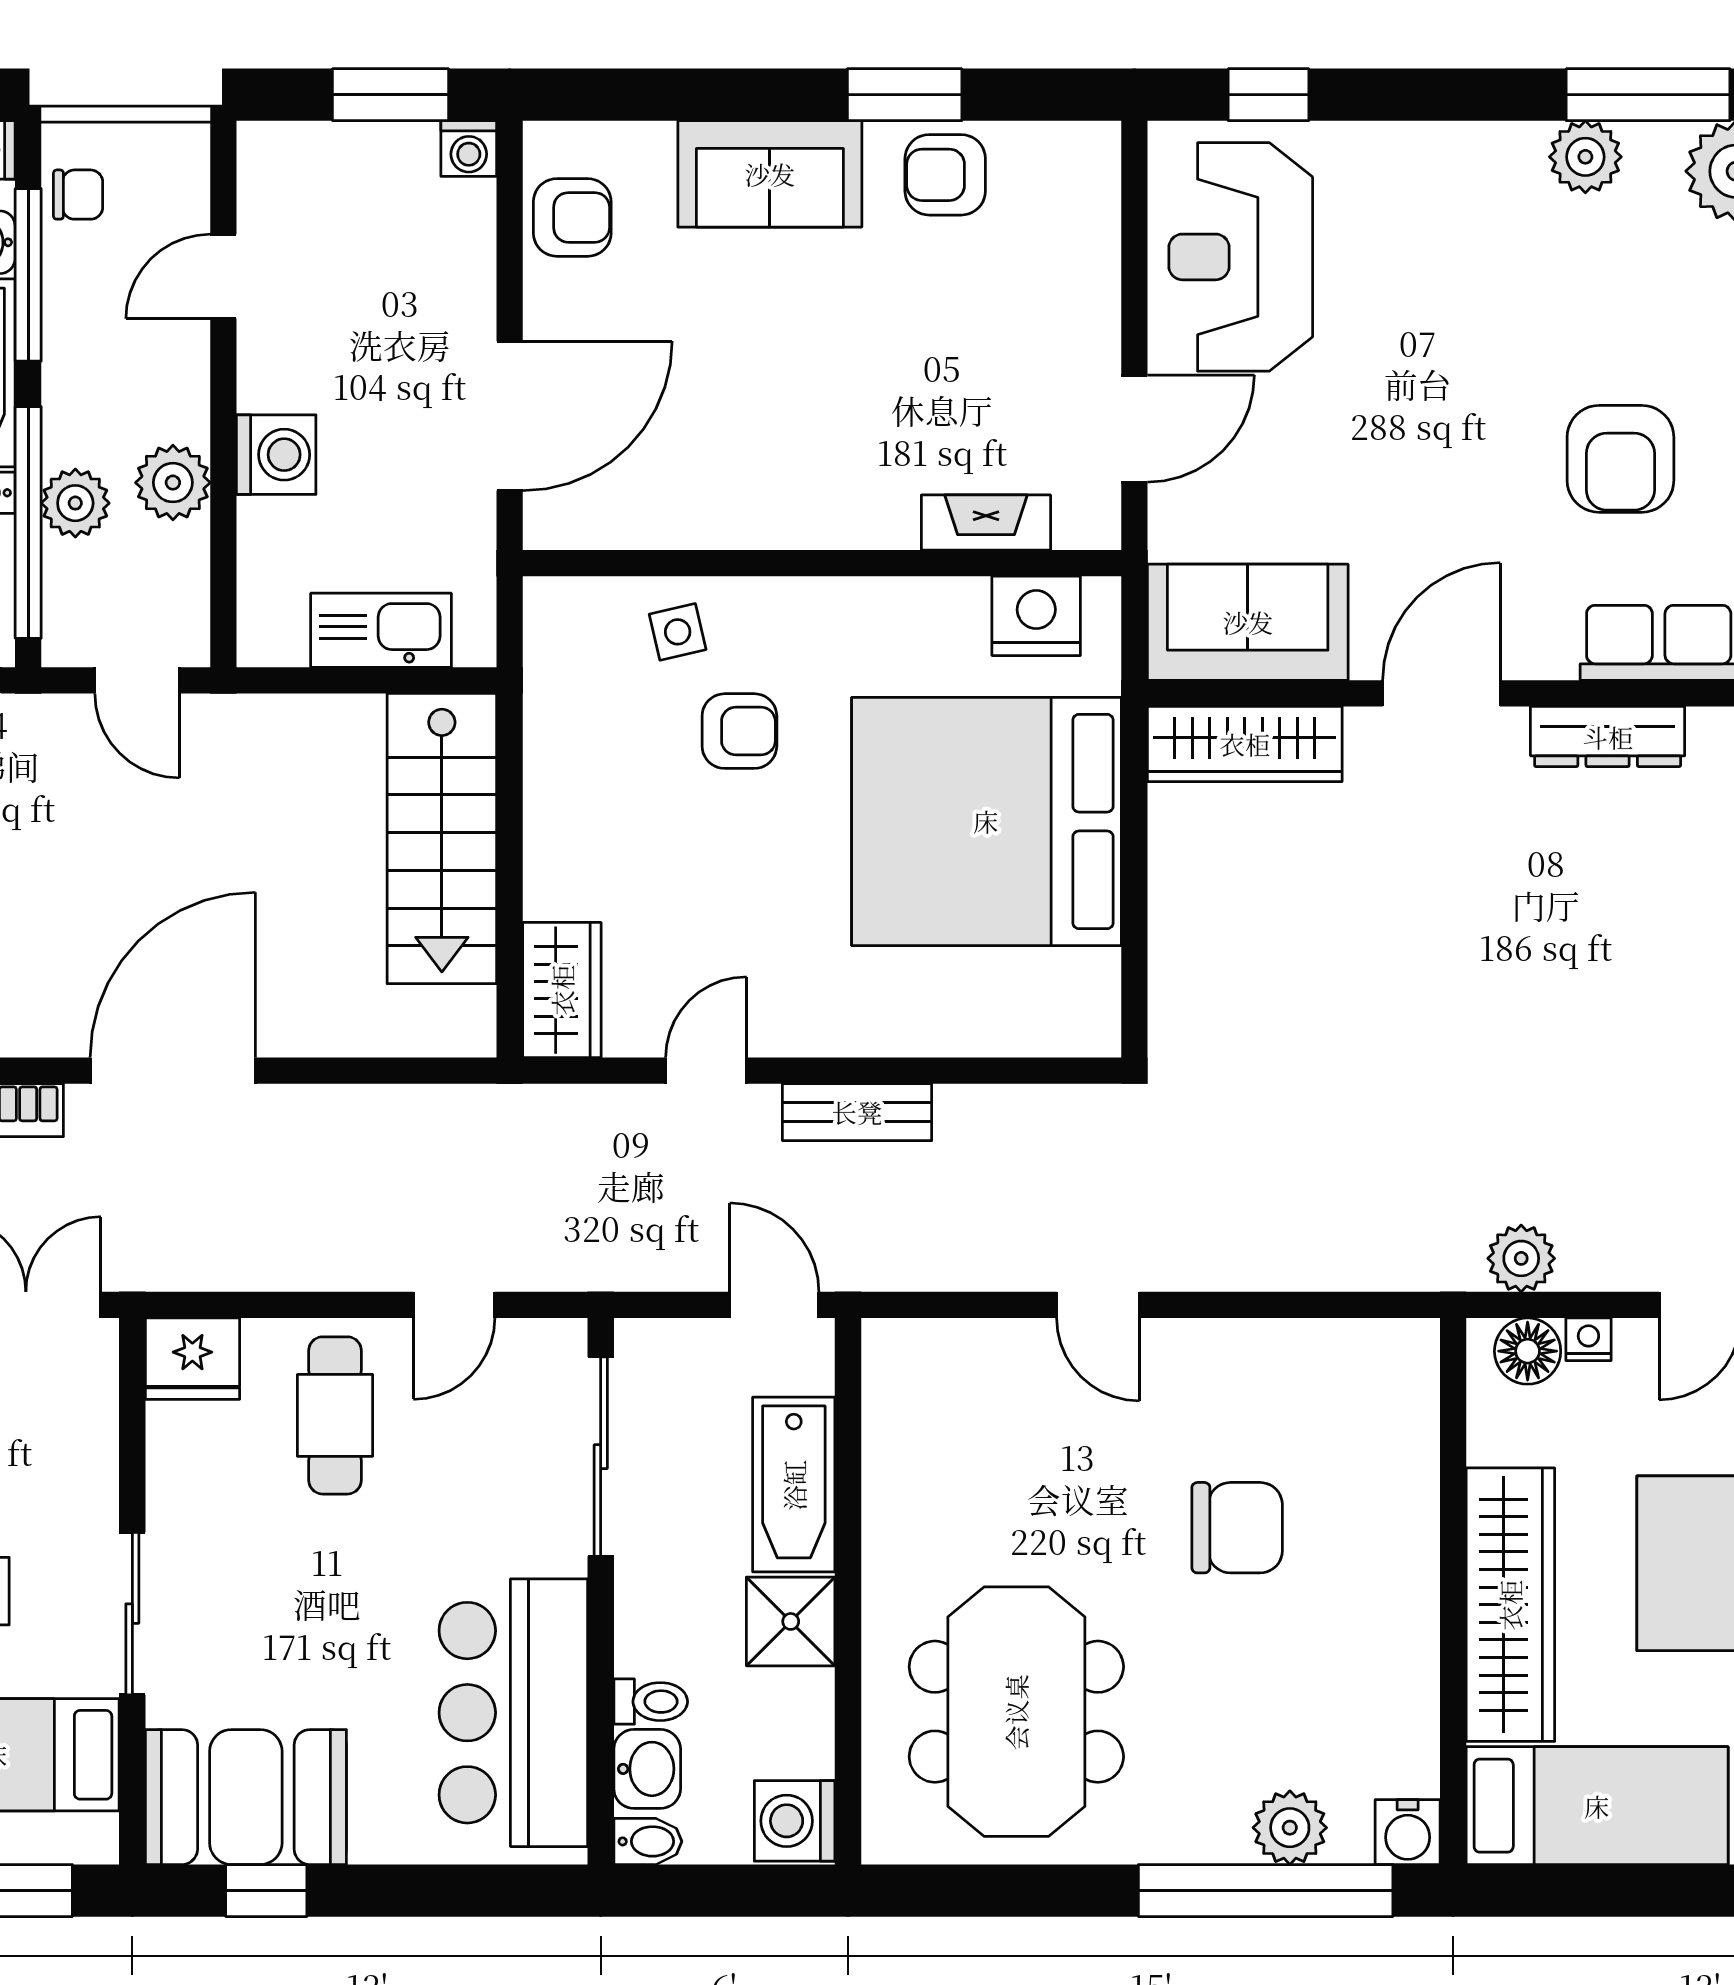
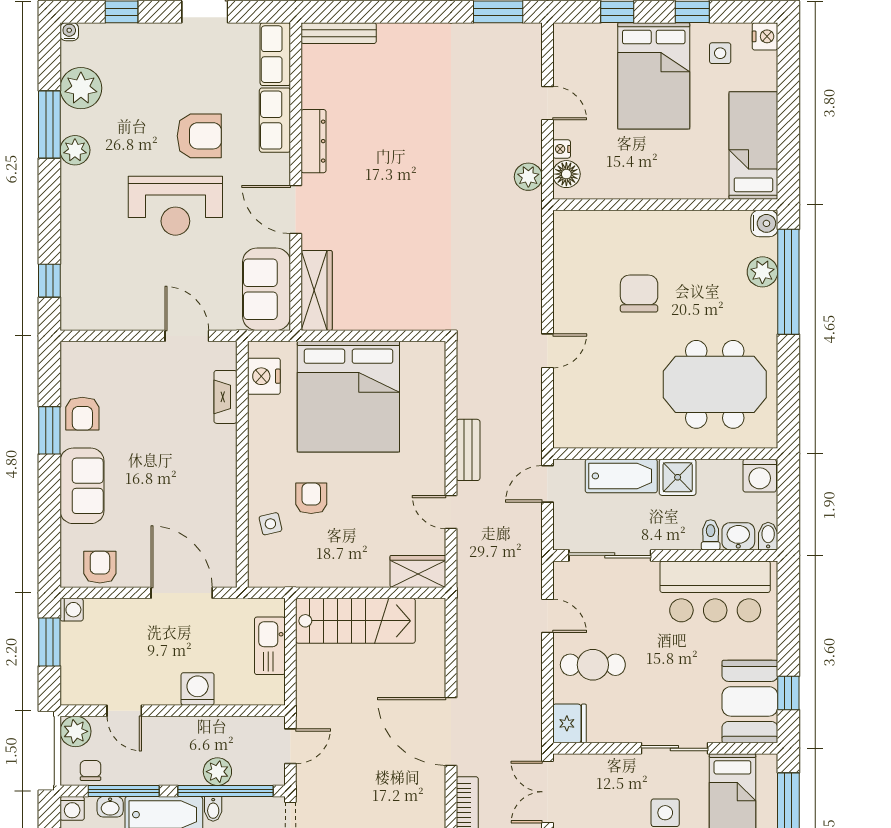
reception desk: (1241, 257) -> (175, 206), moved
plant: (173, 483) -> (76, 731), moved
wardrobe: (1510, 1605) -> (671, 181), removed

